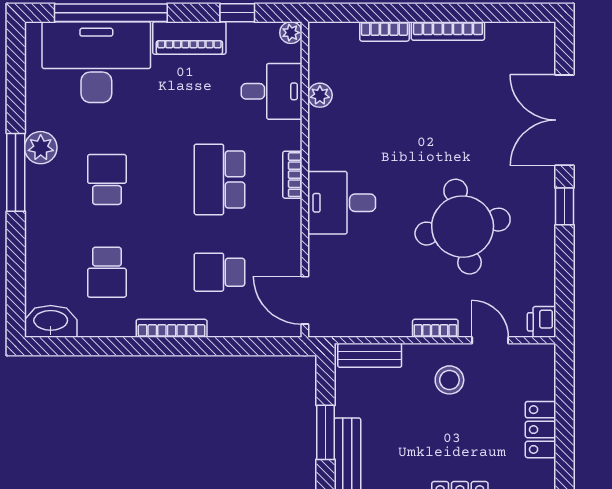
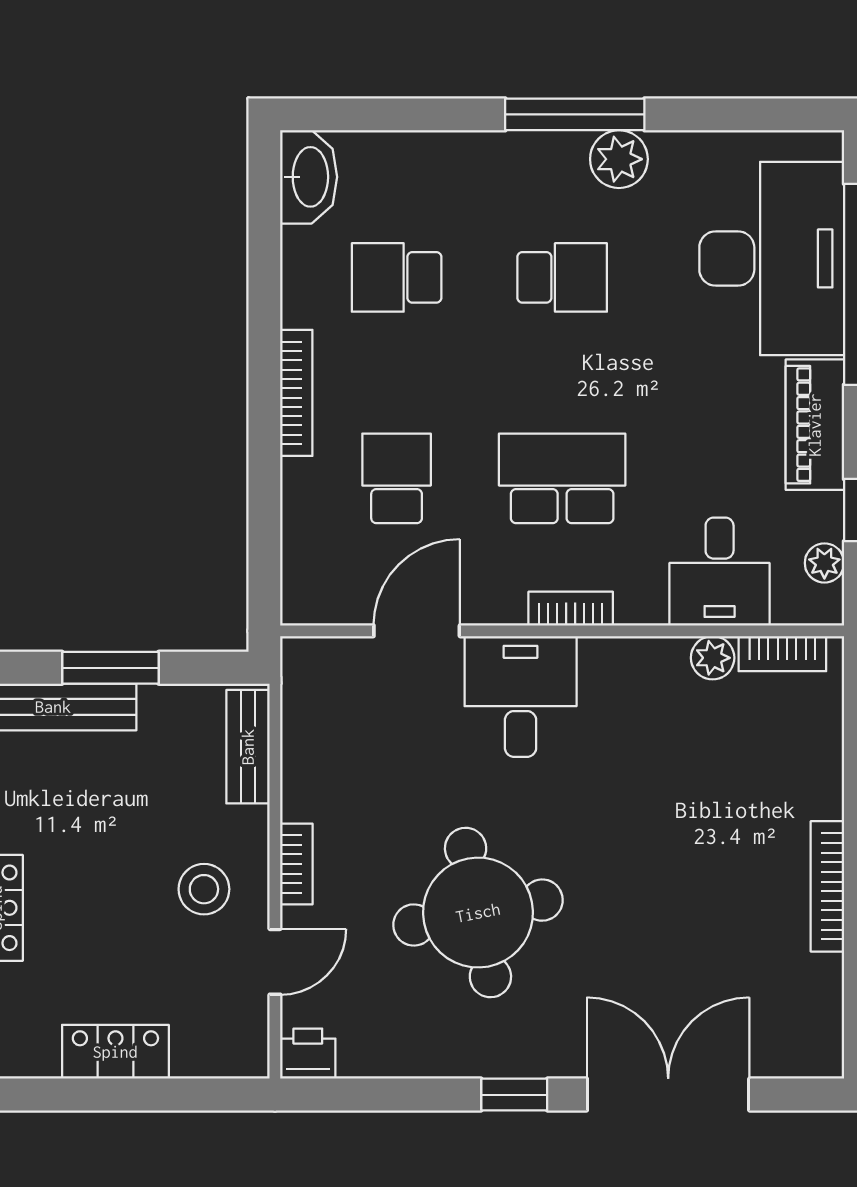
bookcase: (384, 31) -> (782, 654), moved, turned -90
plant: (291, 33) -> (824, 563), moved
door: (305, 300) -> (417, 631), moved

